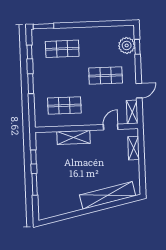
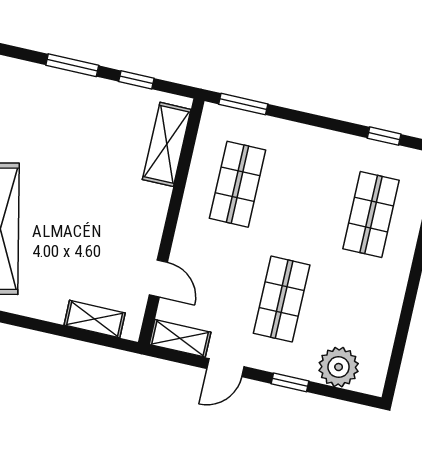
window: (137, 47) -> (290, 382), moved
window: (31, 84) -> (243, 104), moved
door: (139, 91) -> (225, 368), hinge flipped
shelving: (73, 137) -> (167, 144), moved

